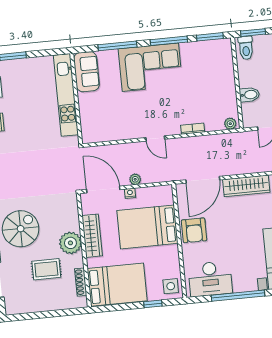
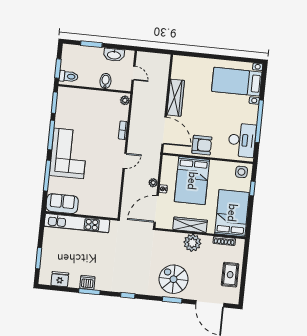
rug: (46, 269) -> (230, 275), moved

